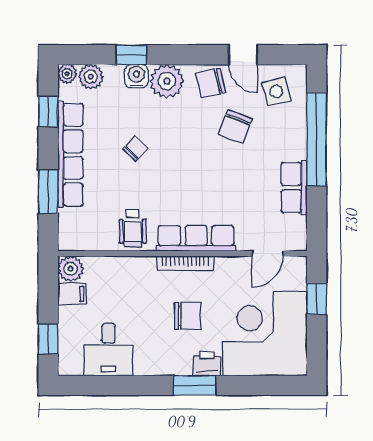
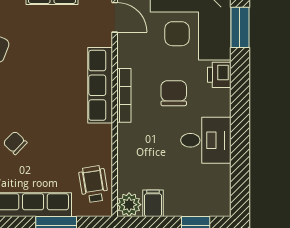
wheelchair: (133, 228) -> (93, 184), moved, turned -99
desk: (108, 350) -> (206, 140), moved
window: (195, 385) -> (240, 27), moved

